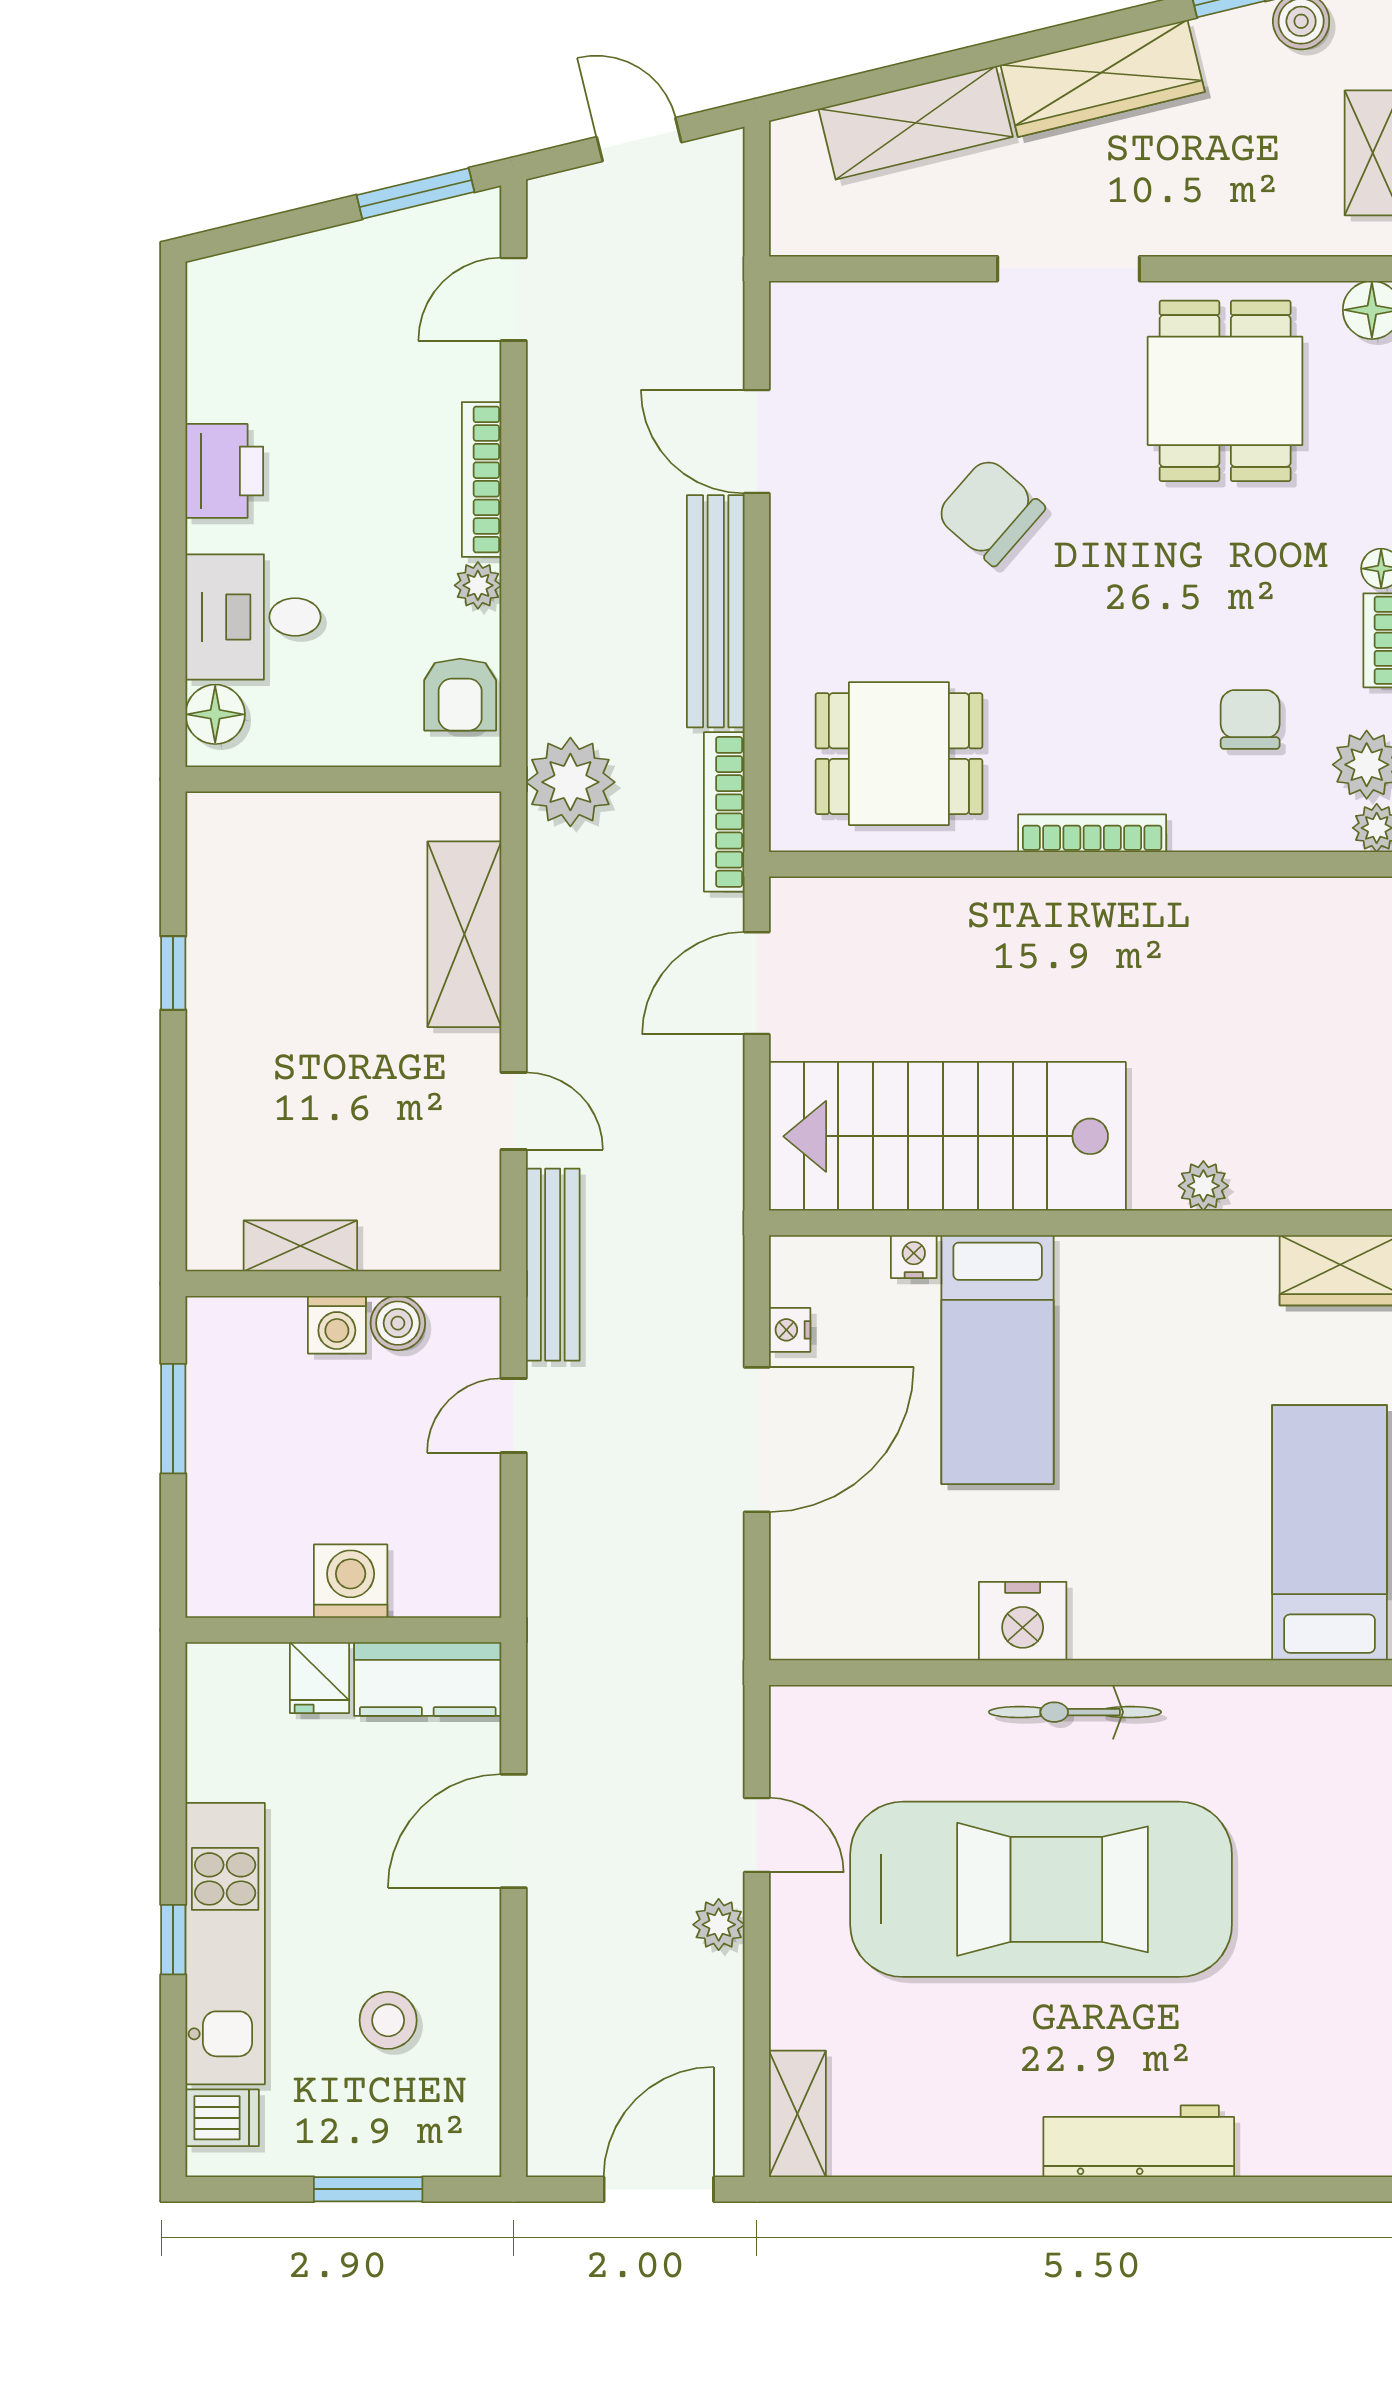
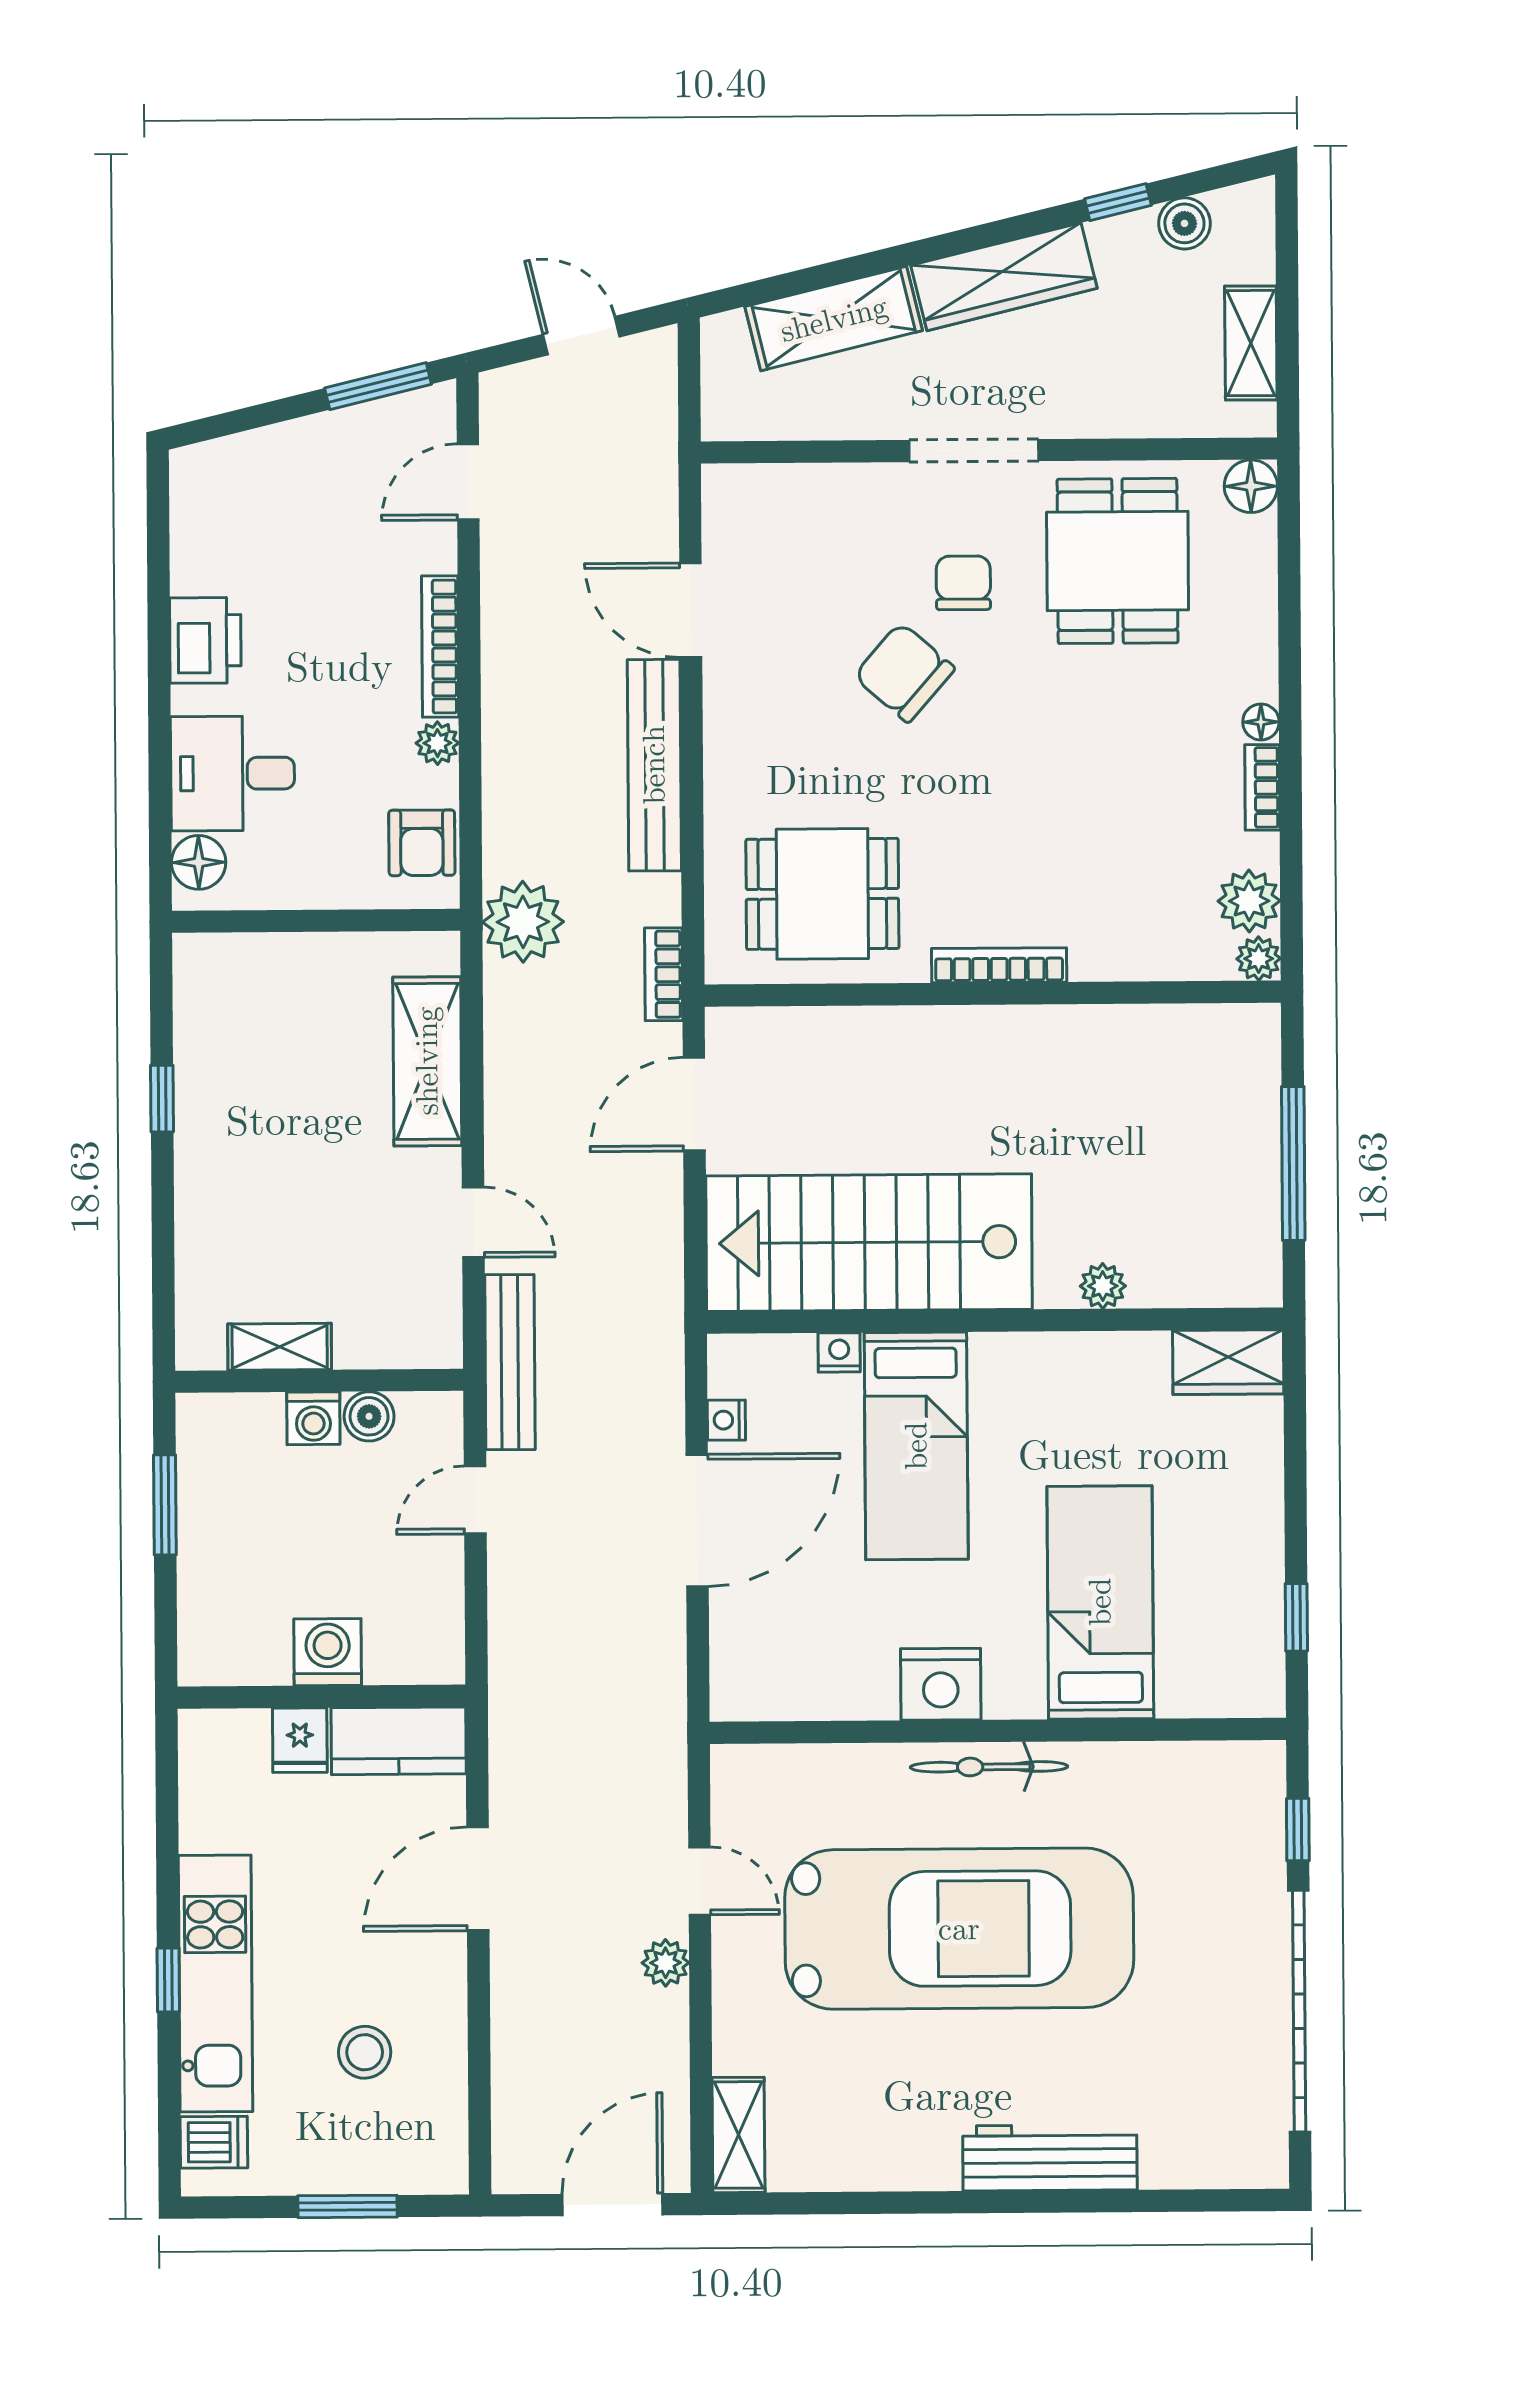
chair: (1250, 719) -> (963, 583), moved
bookcase: (724, 812) -> (664, 974), width x0.64
bed: (1329, 1533) -> (1100, 1602), moved

